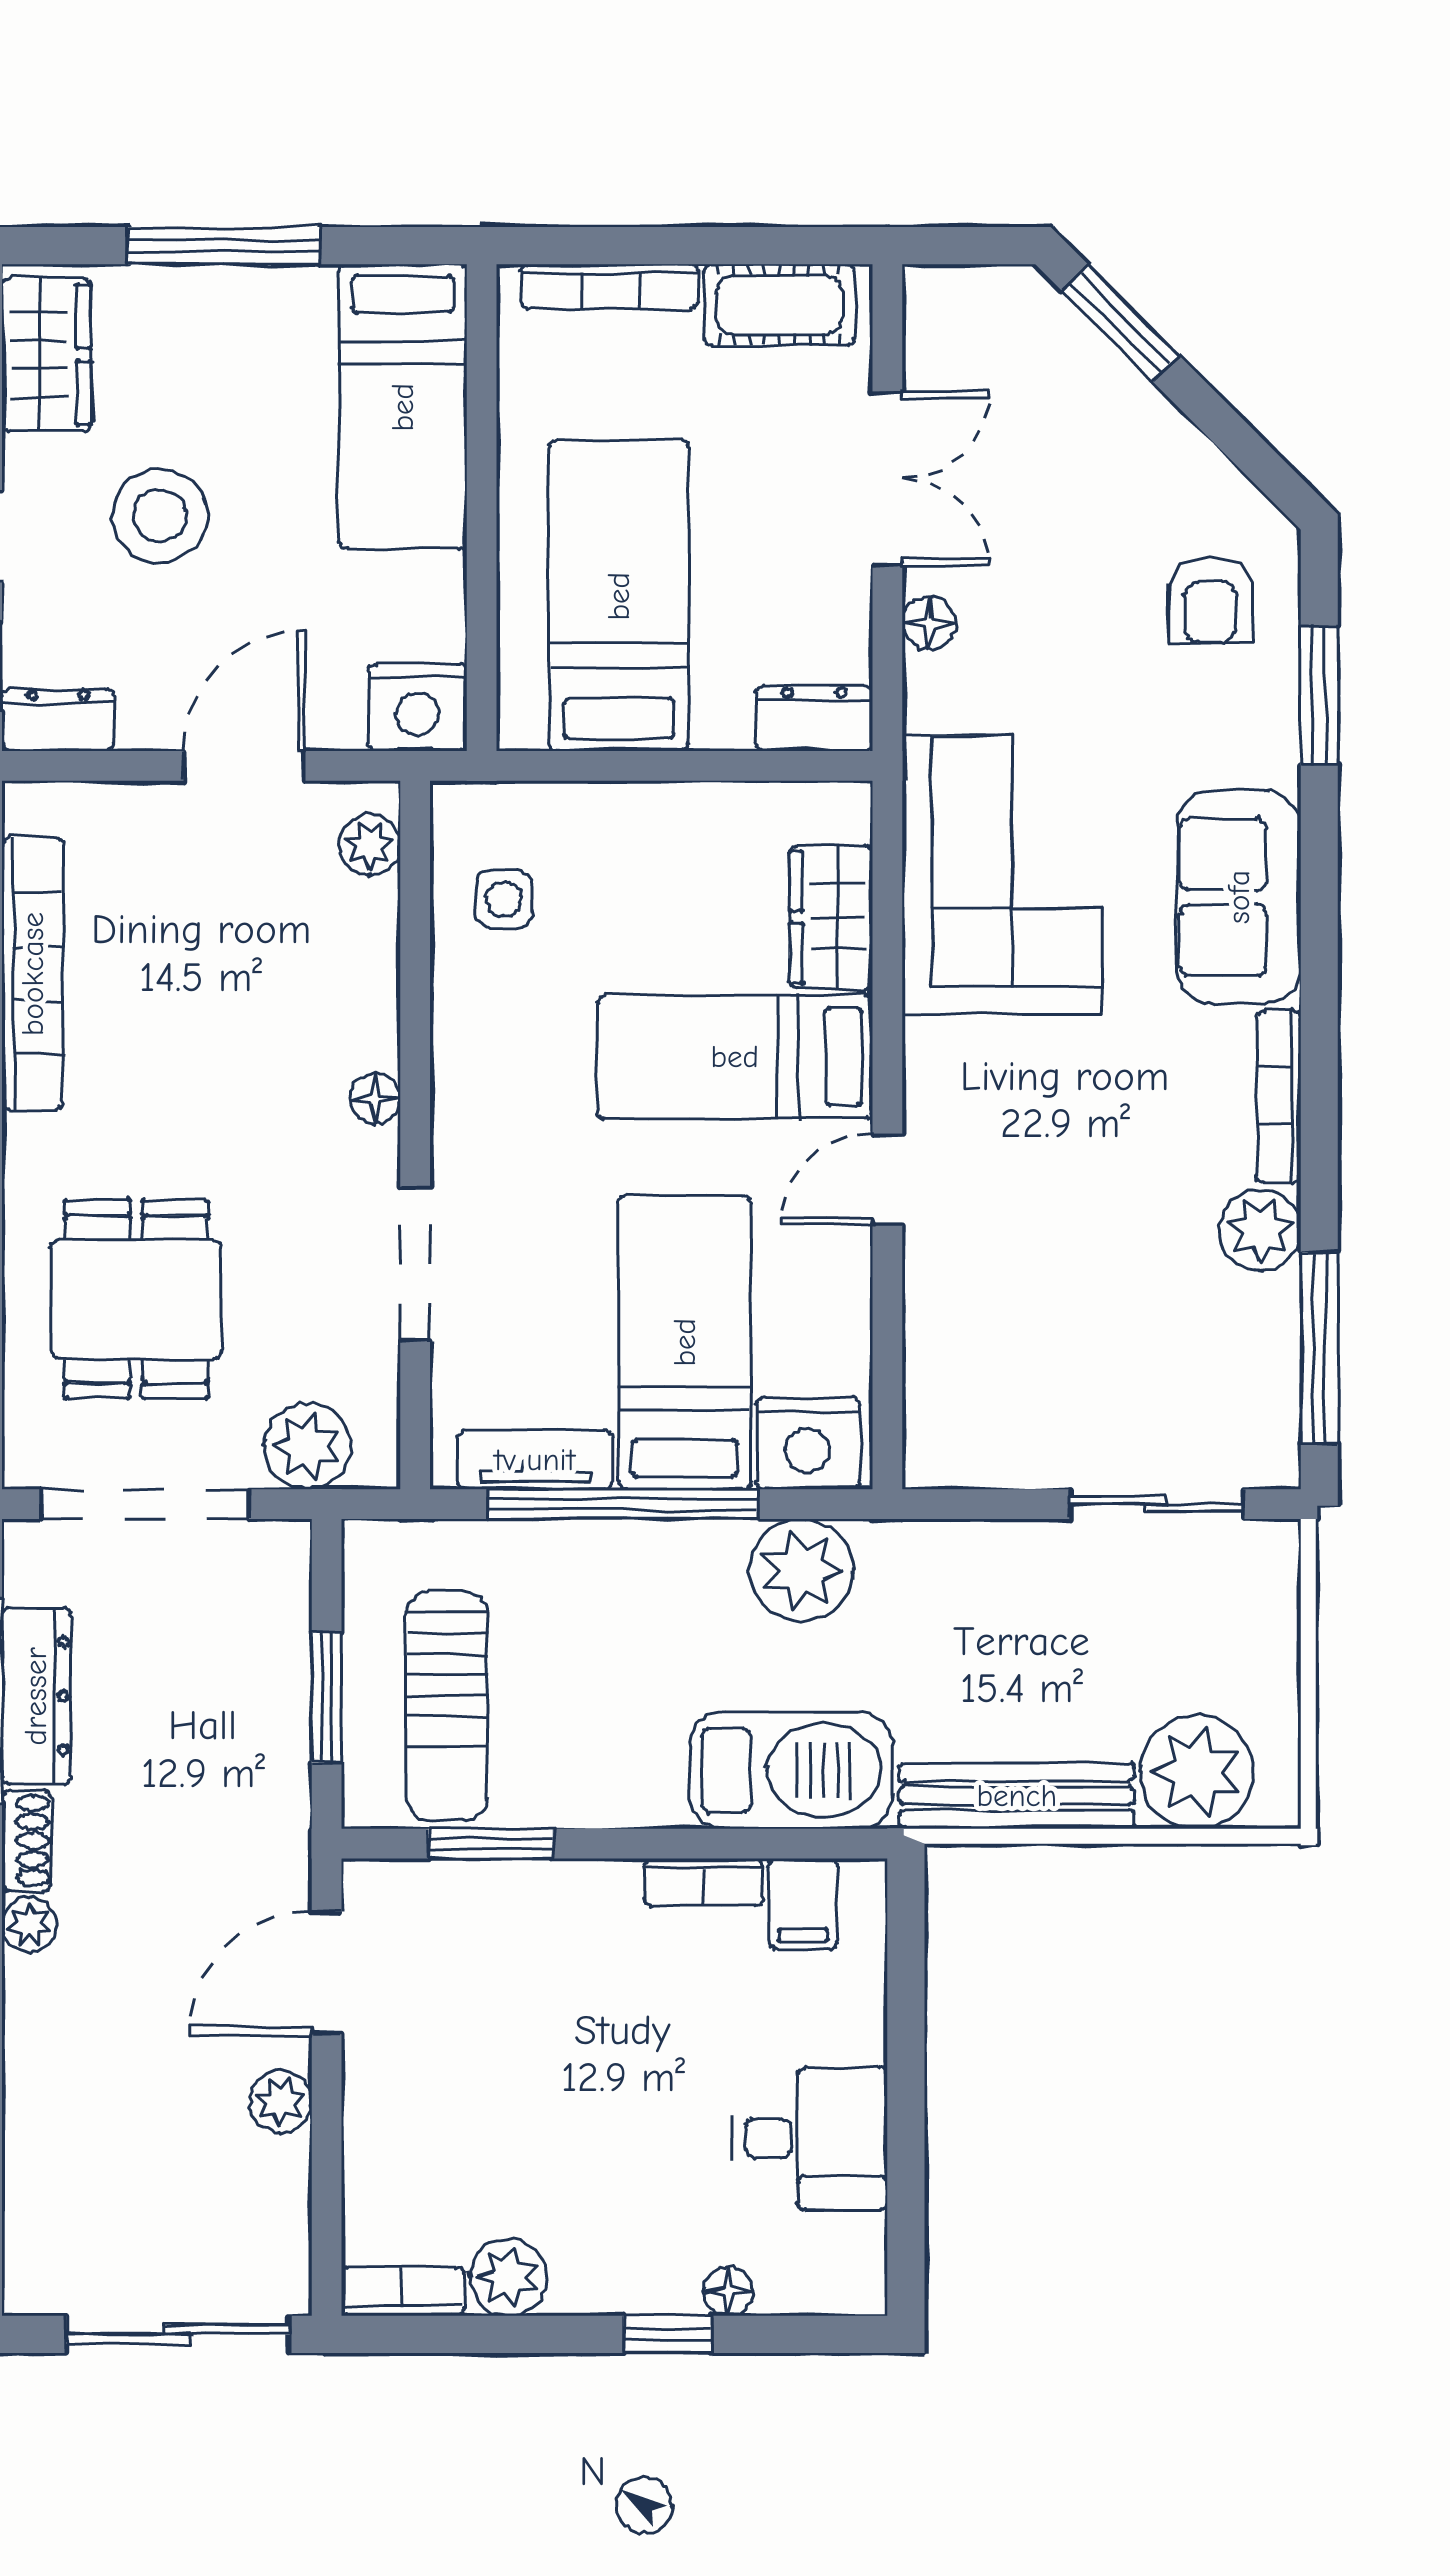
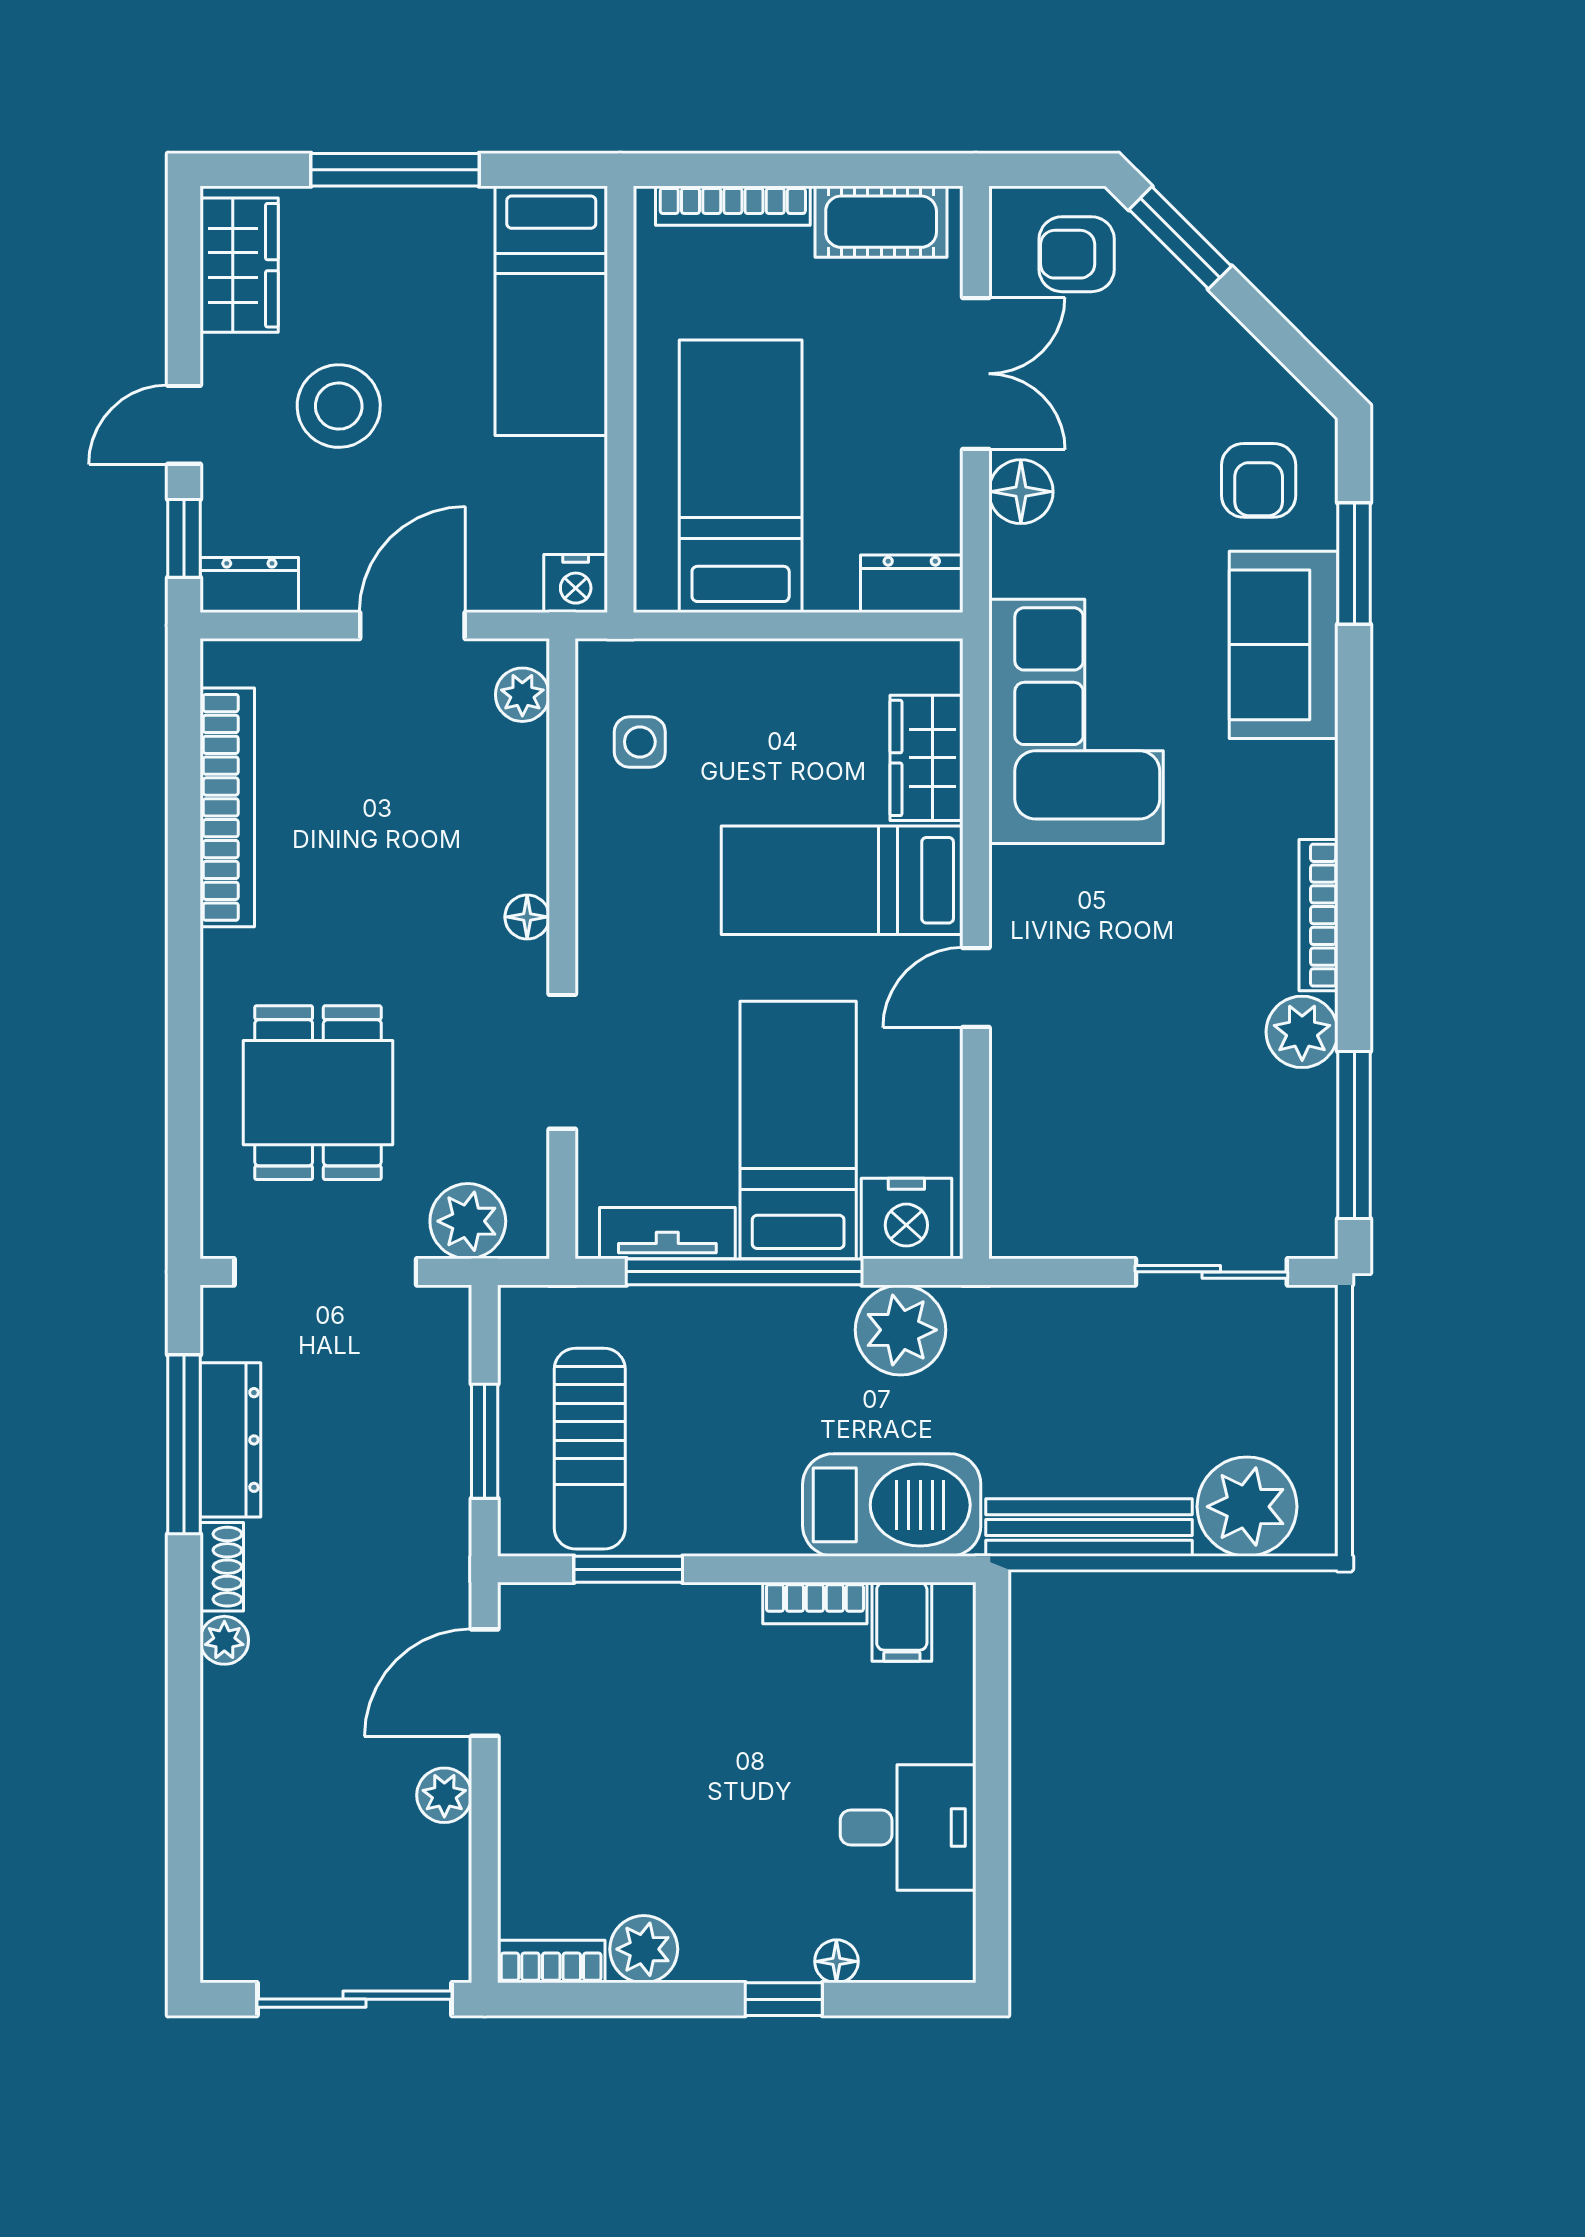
armchair: (1002, 342) -> (1077, 254), added
floor lamp: (929, 623) -> (1021, 492), width x1.37, depth x1.37
nightstand: (417, 707) -> (576, 583), width x0.74, depth x0.75
sofa: (1239, 897) -> (1284, 645), moved

